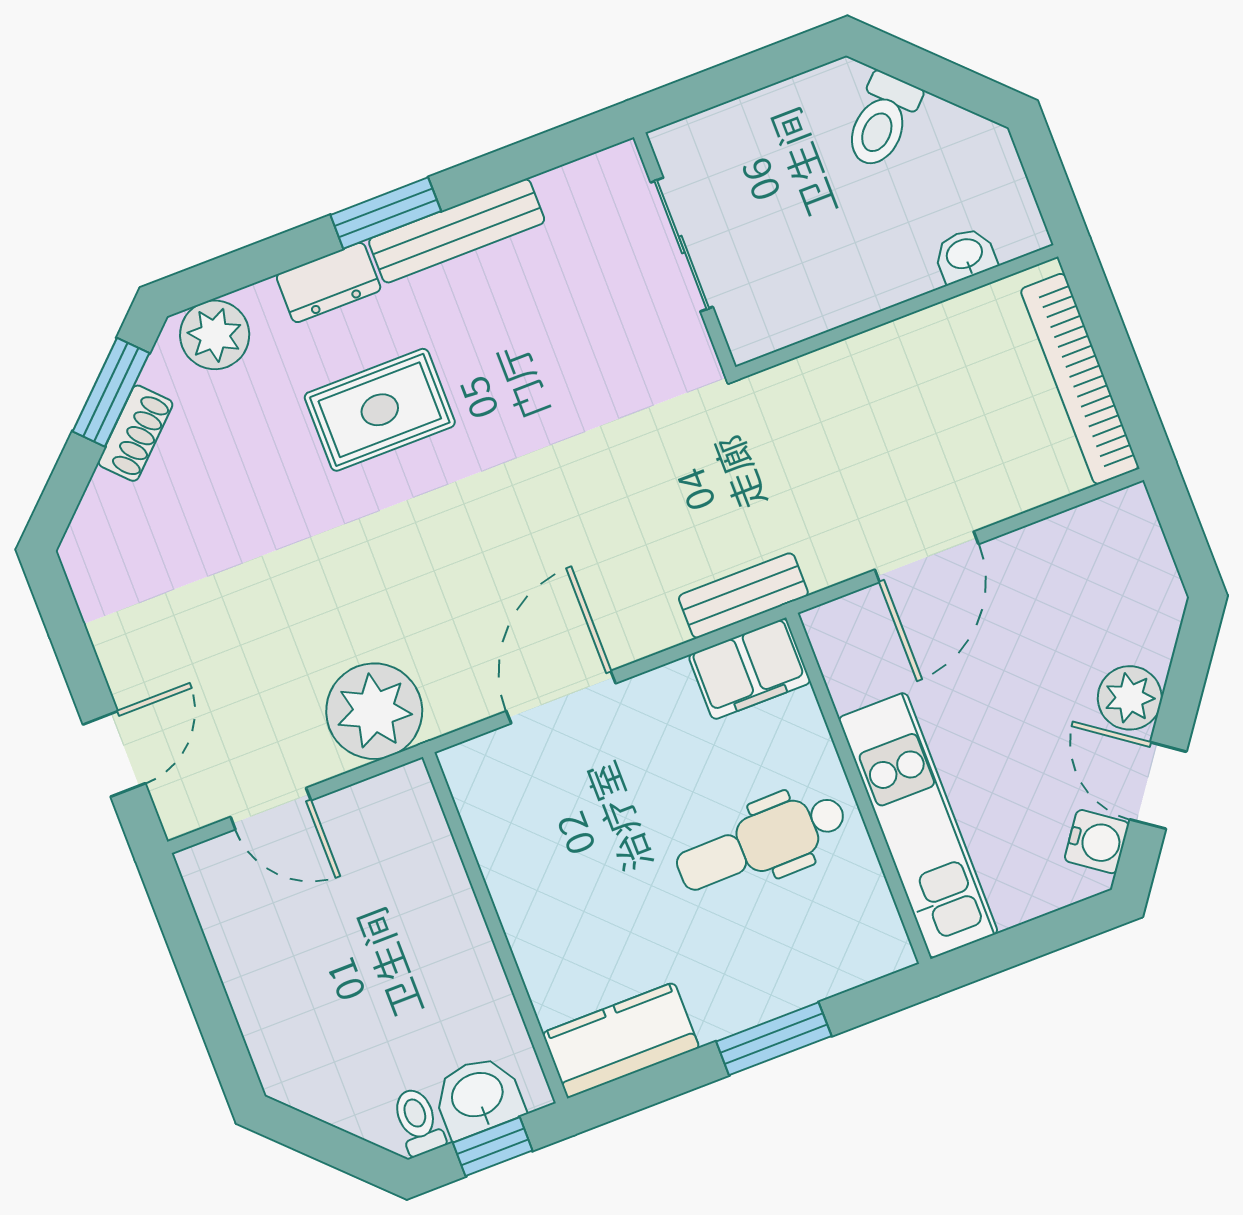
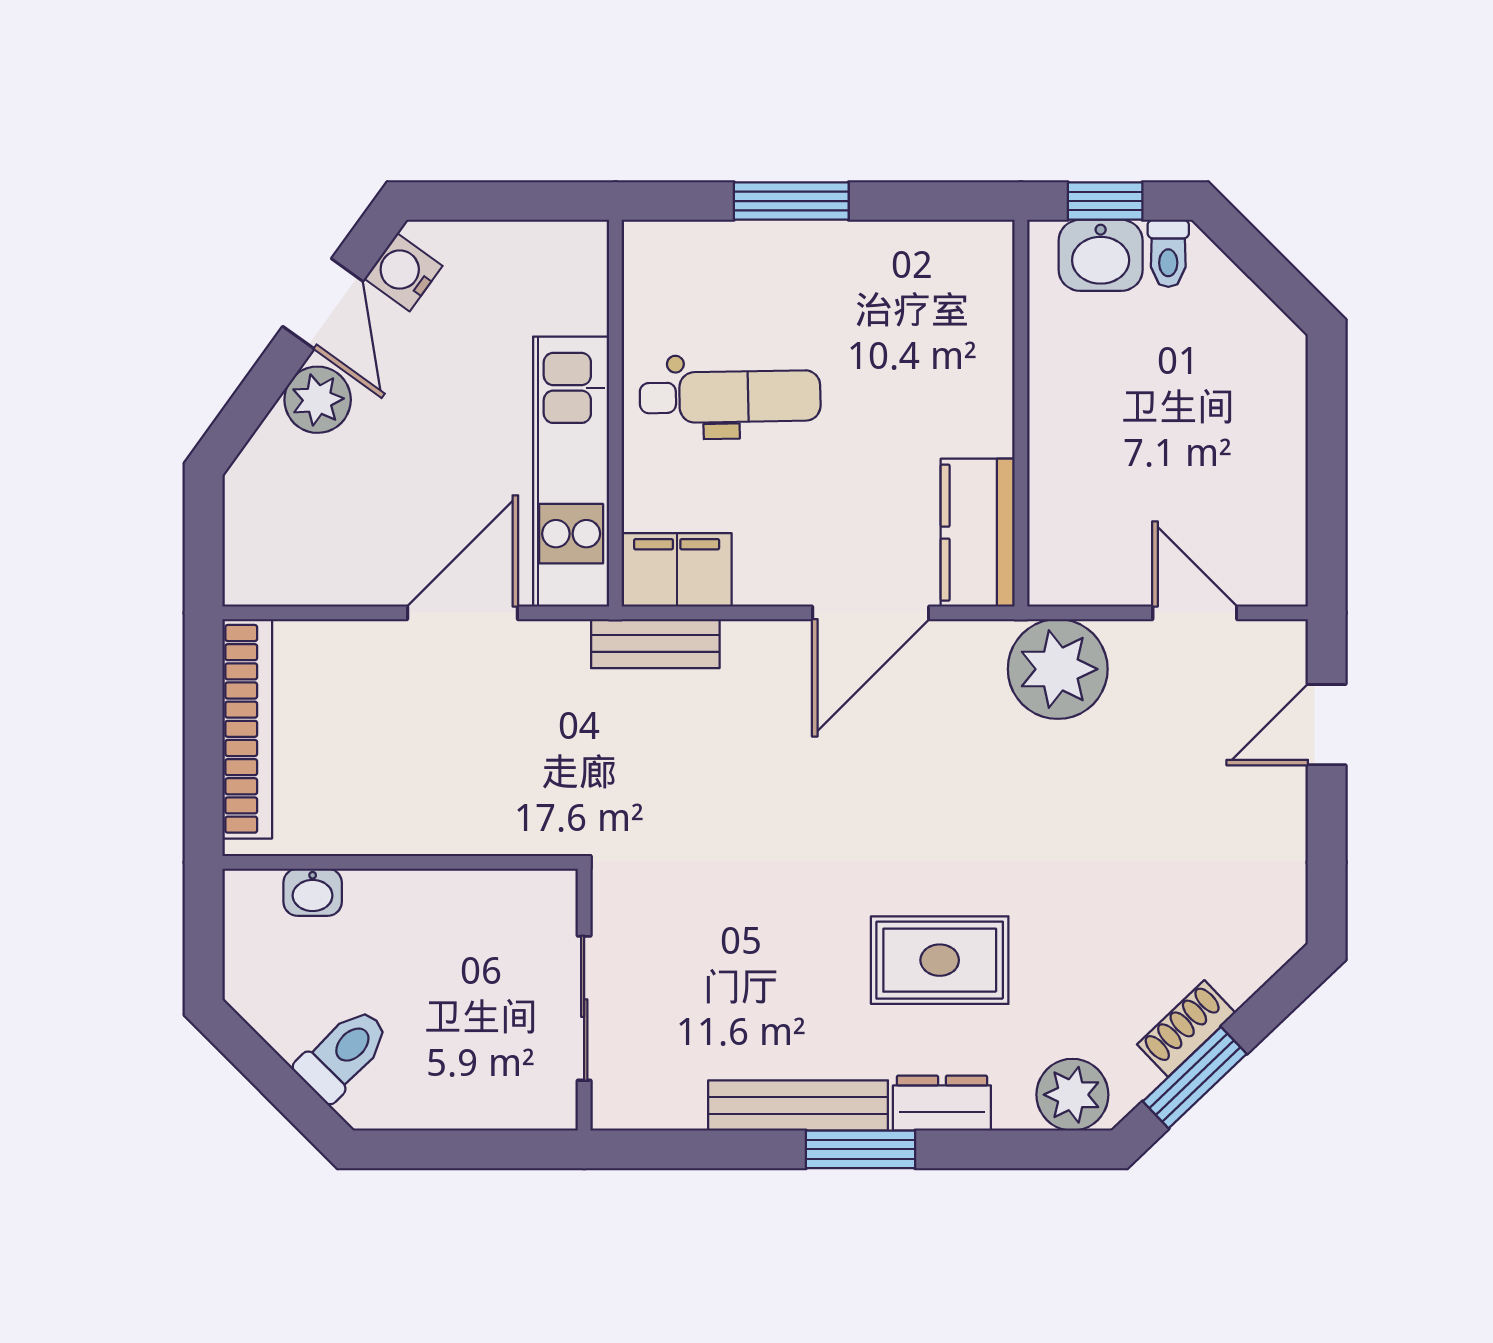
kitchen unit: (918, 825) -> (571, 472), moved
kitchen counter: (621, 1040) -> (978, 533), moved, turned 90

